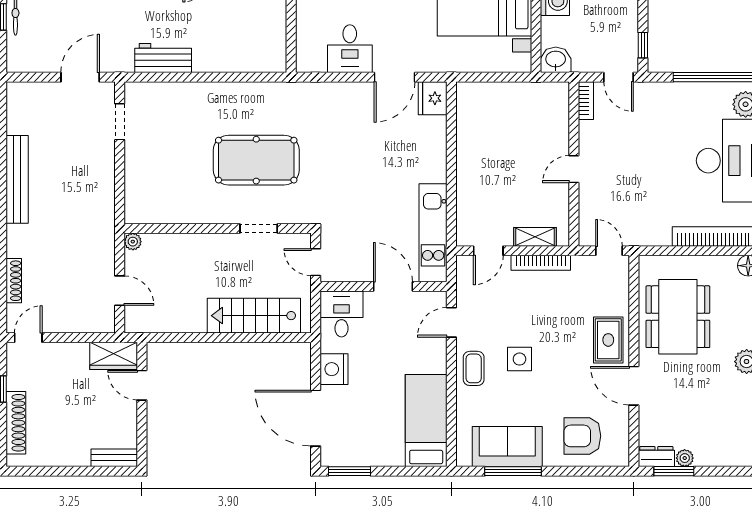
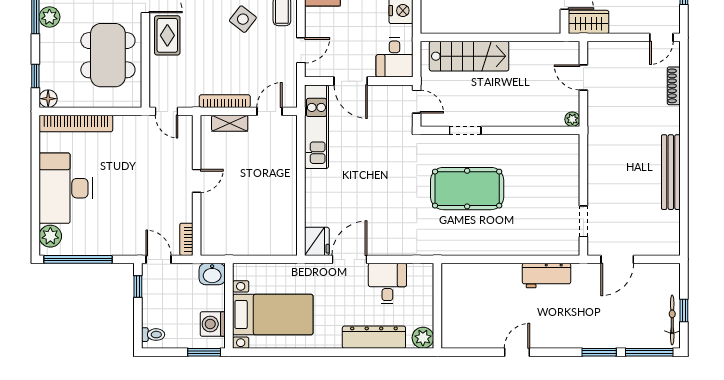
side table: (519, 359) -> (243, 19), turned 38

